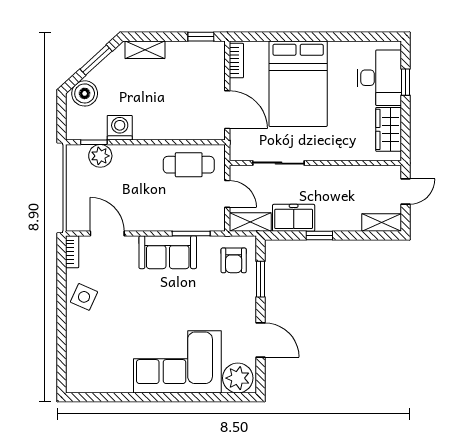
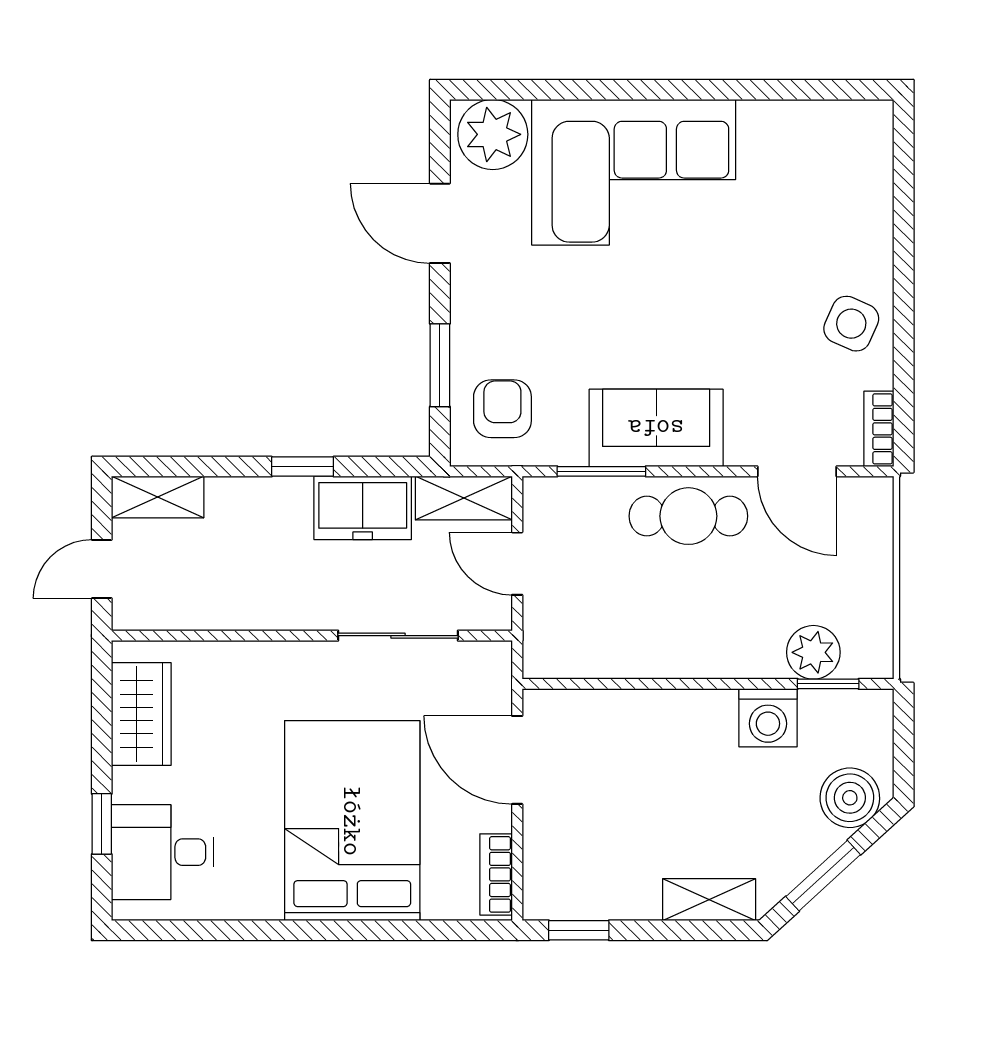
desk: (379, 78) -> (163, 852), width x0.73
cafe table: (189, 165) -> (688, 516), moved

